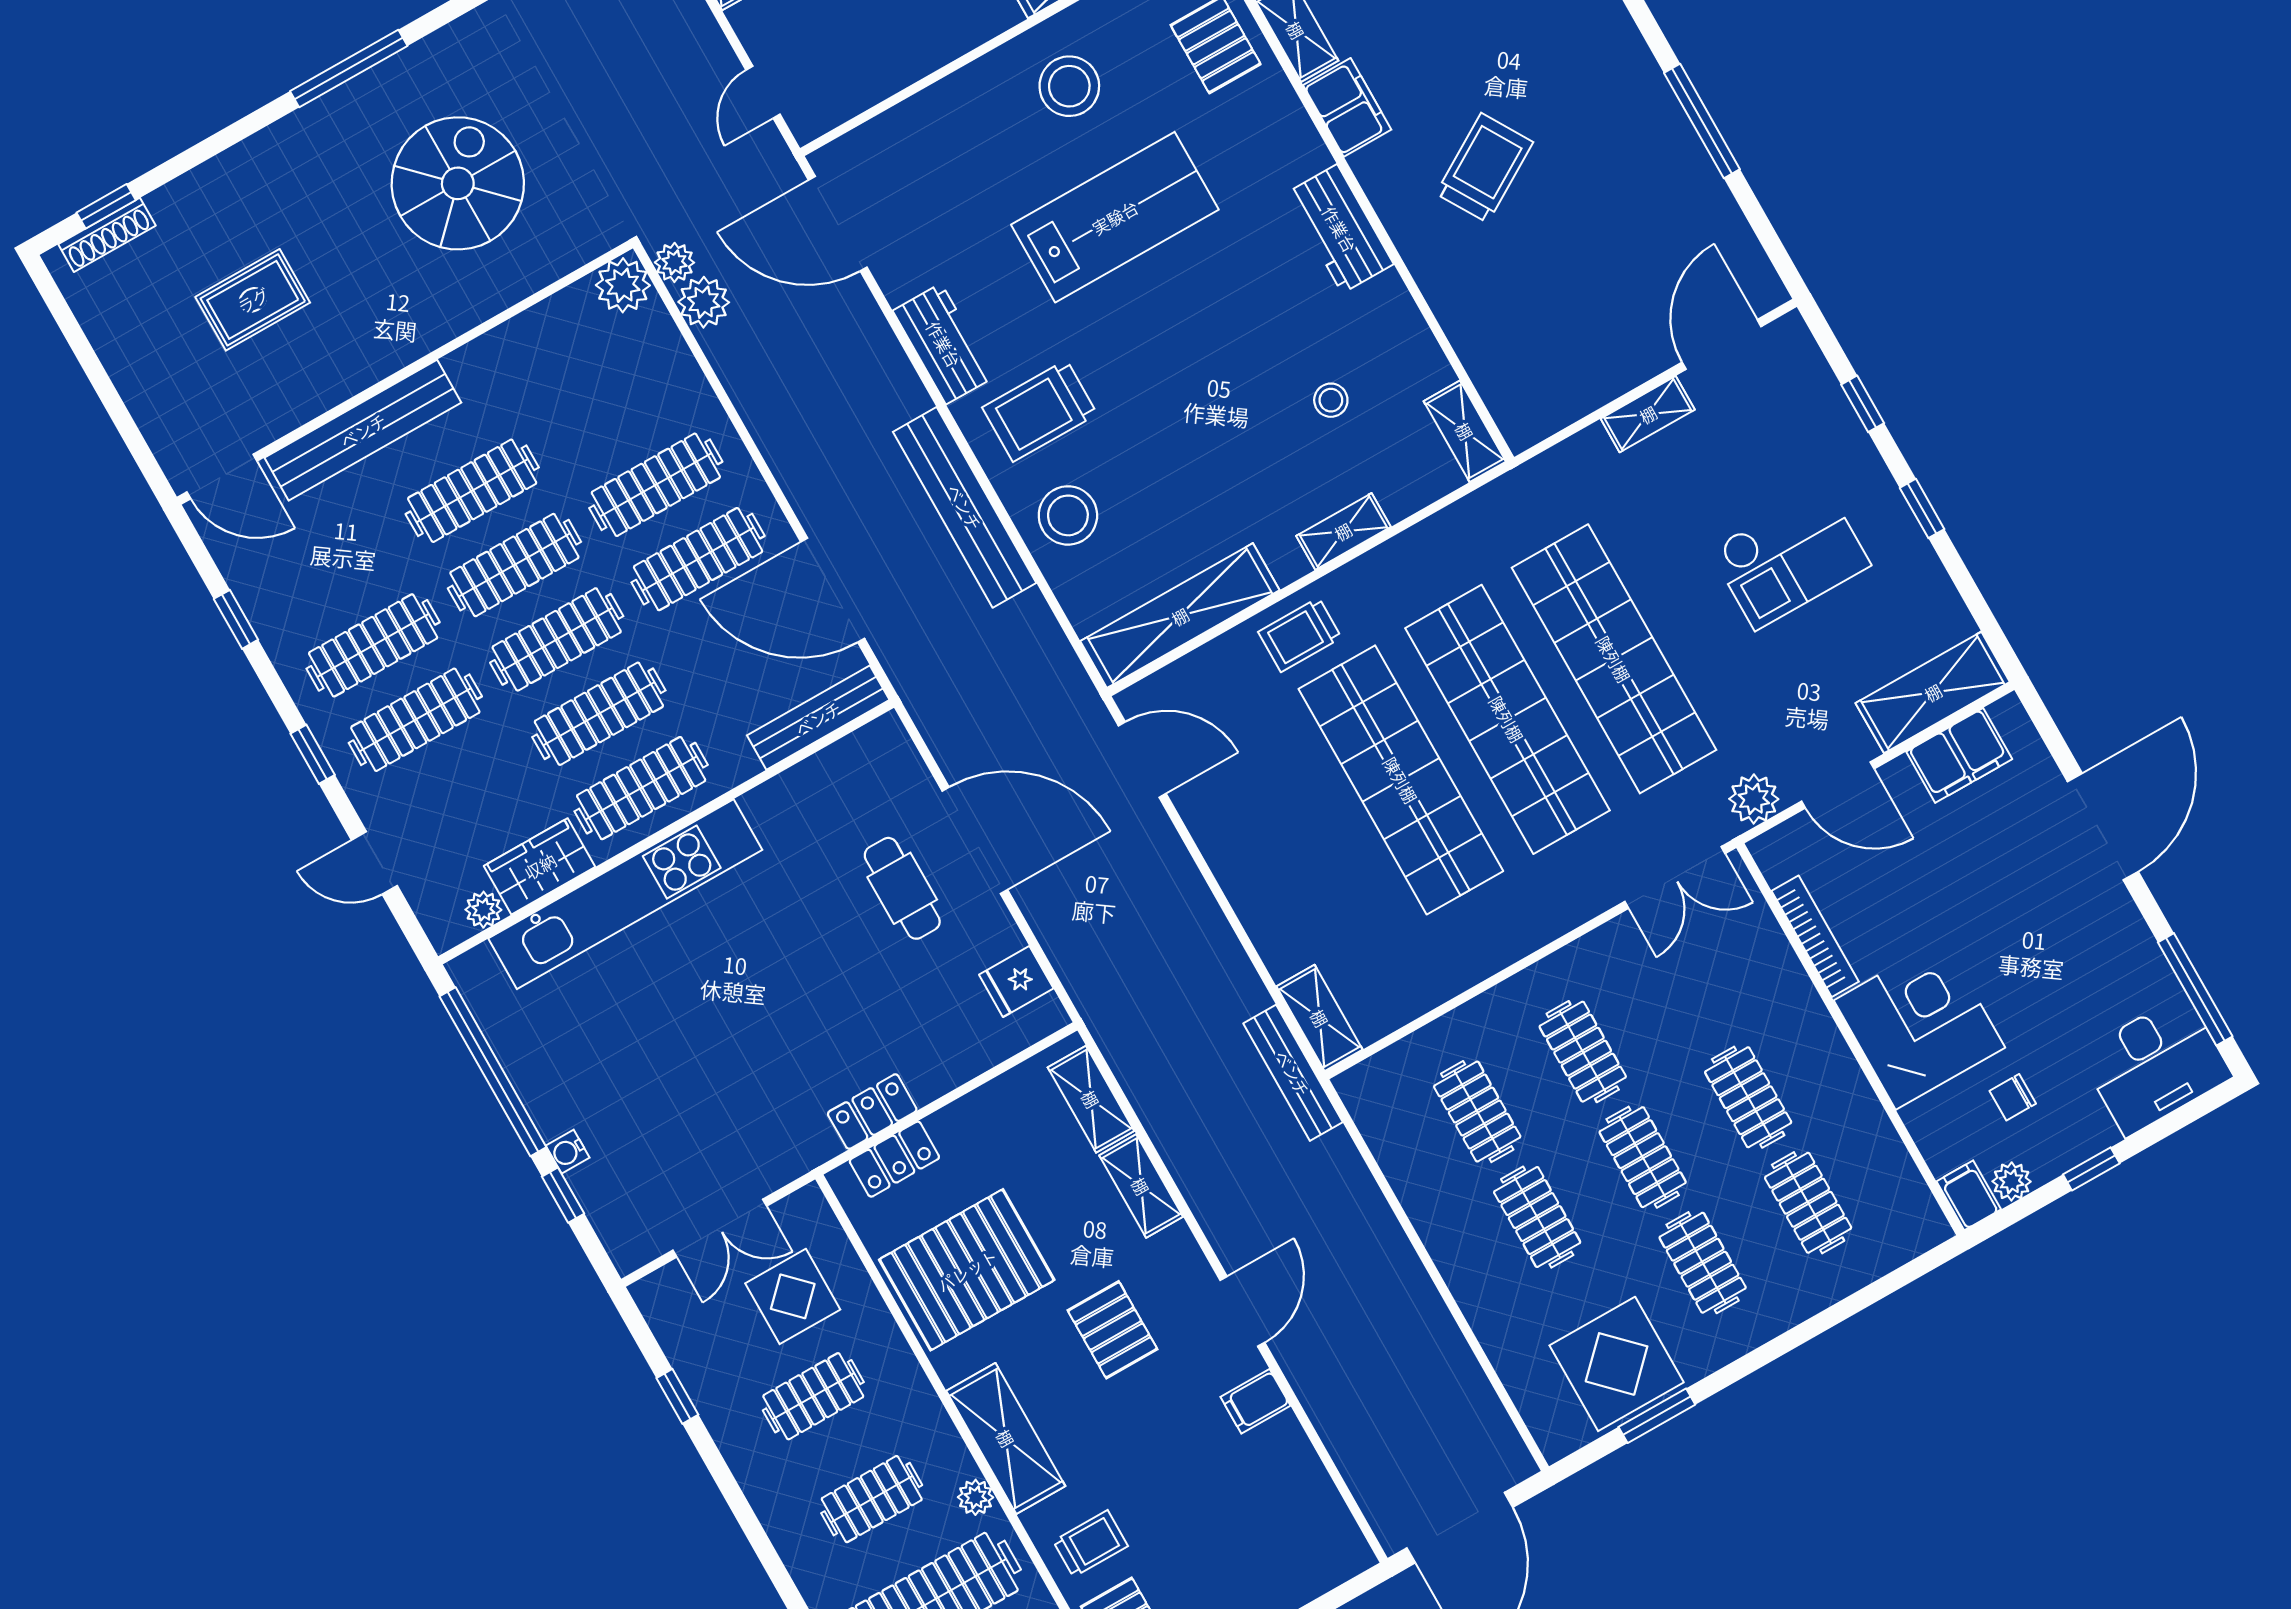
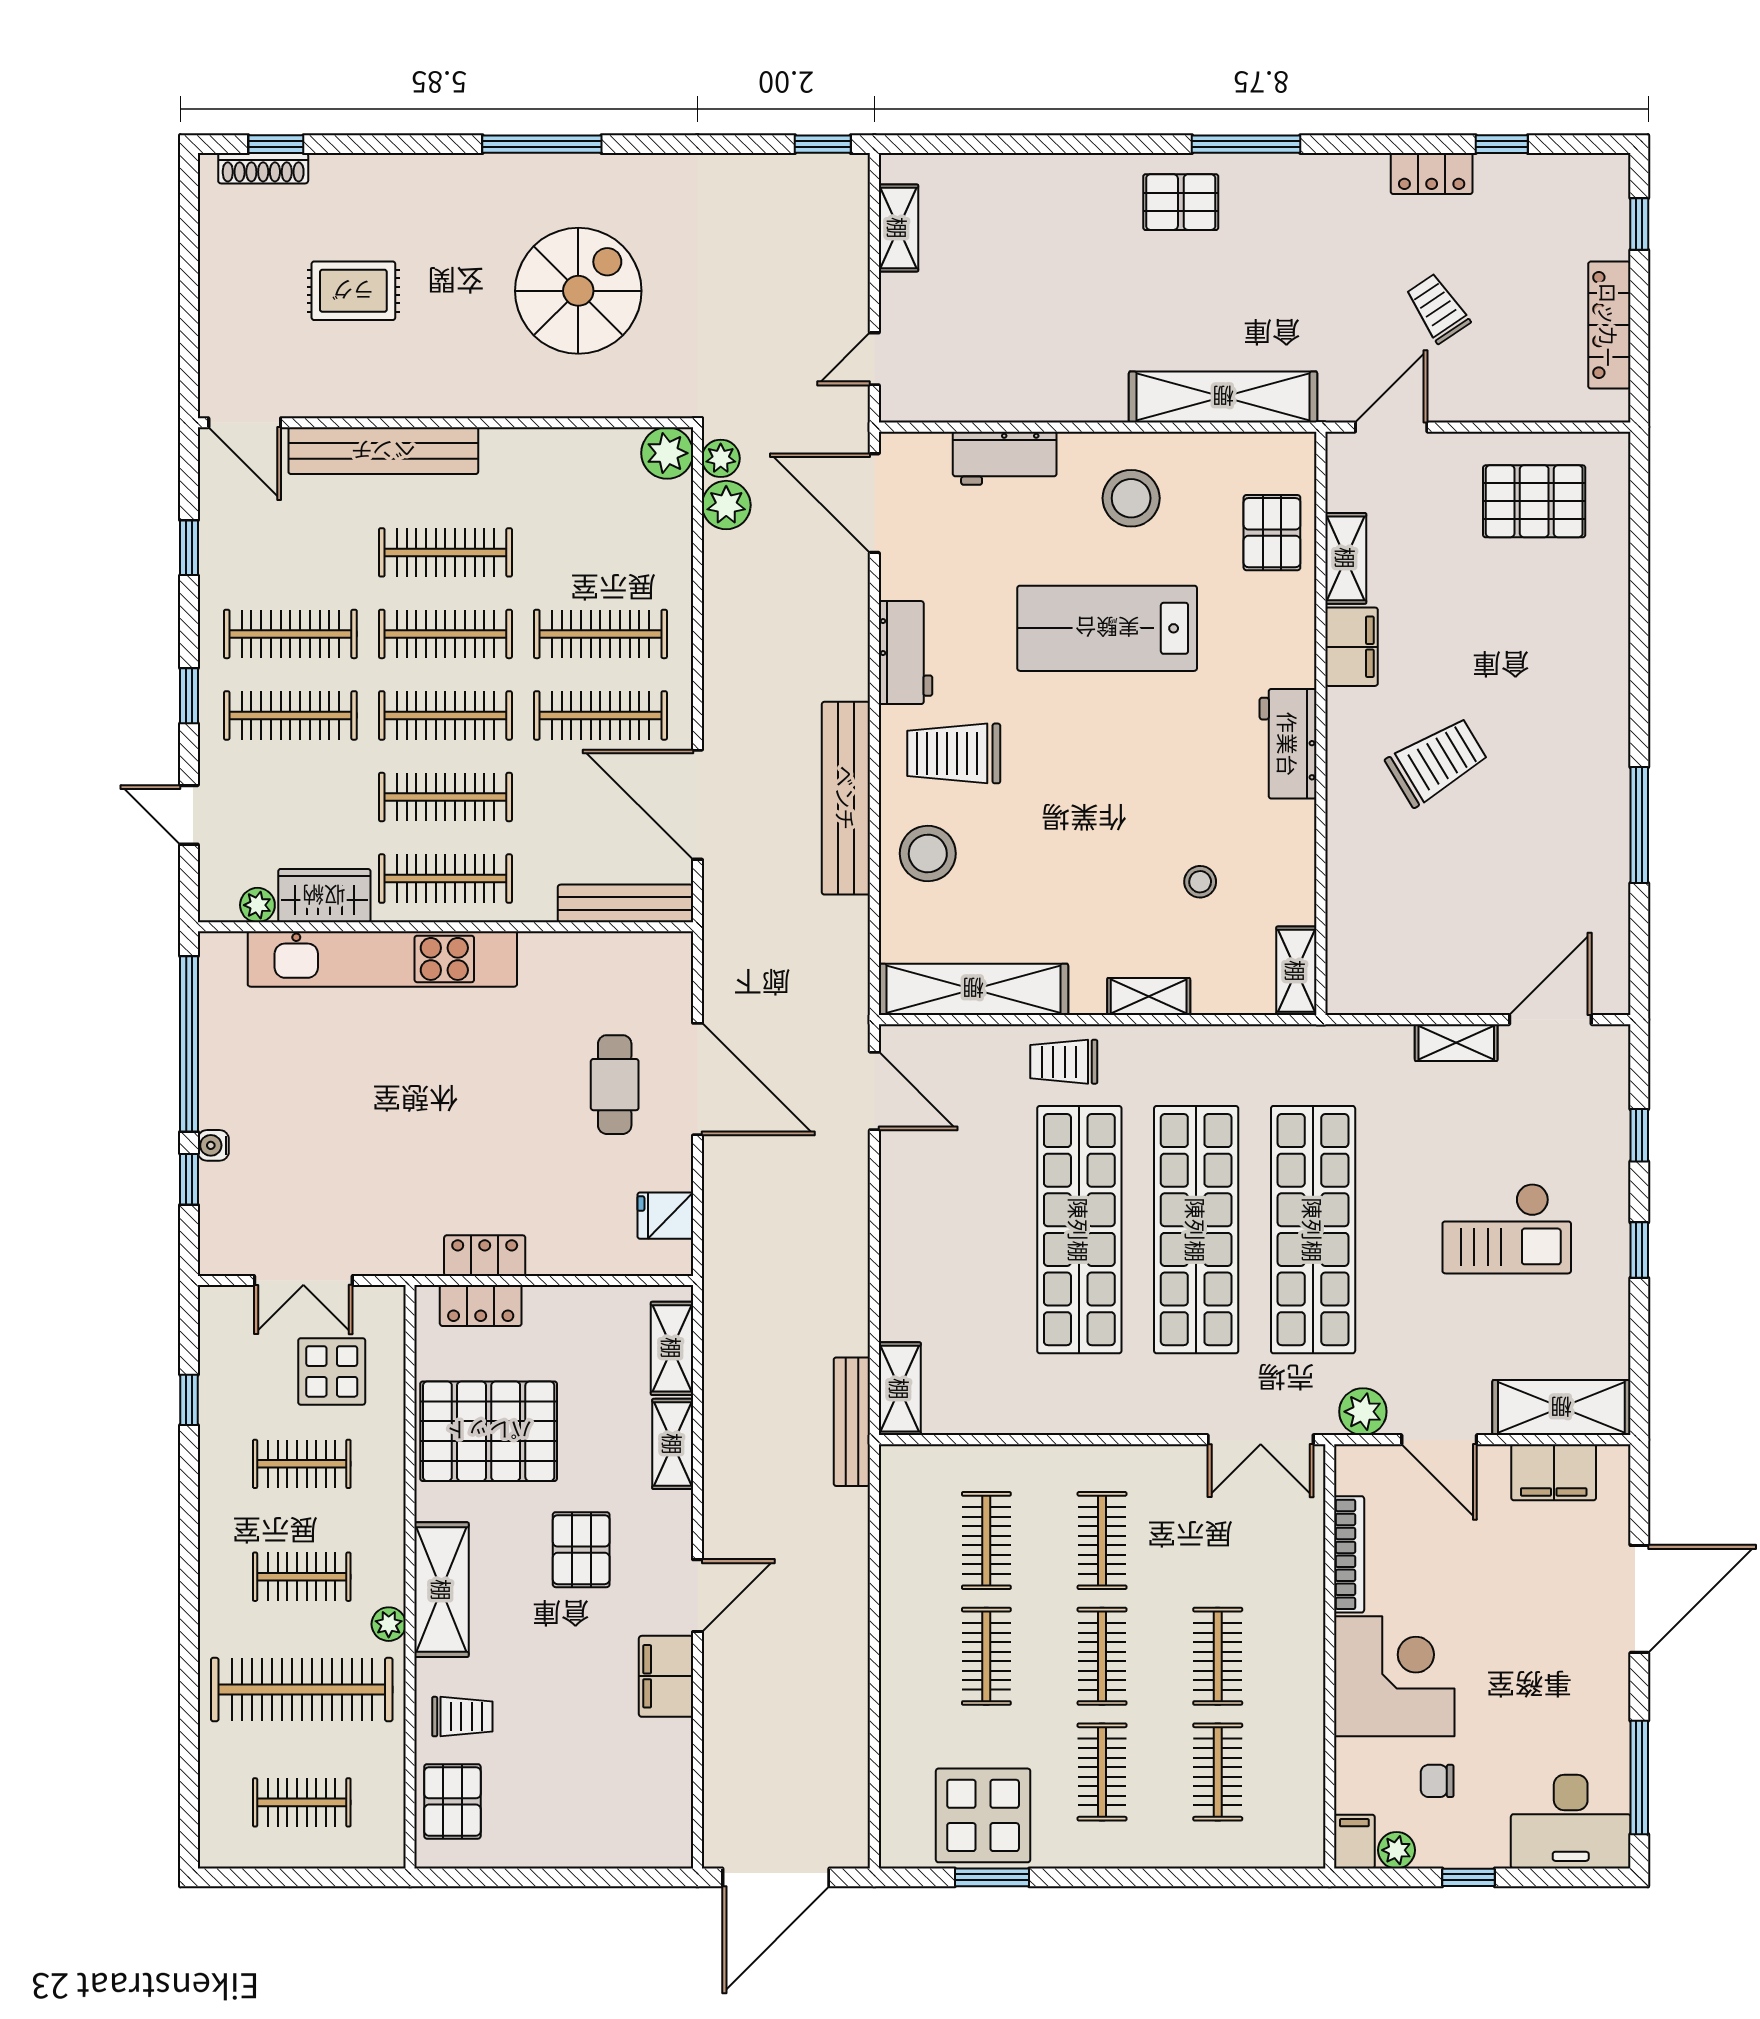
workbench: (933, 115) -> (1005, 458), added
lab bench: (1115, 217) -> (1107, 628), turned 180
filing cabinet: (1255, 1401) -> (666, 1676), width x2.00

